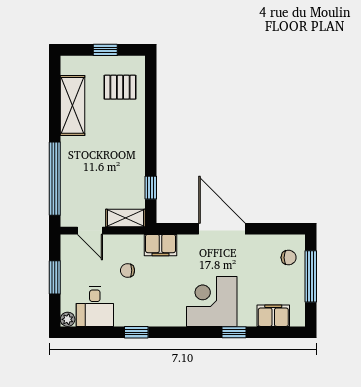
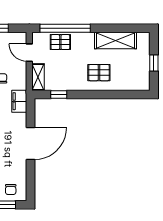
pallet: (120, 87) -> (99, 73), moved, turned 90
pallet: (75, 185) -> (60, 42), added
door: (90, 231) -> (29, 53), hinge flipped

